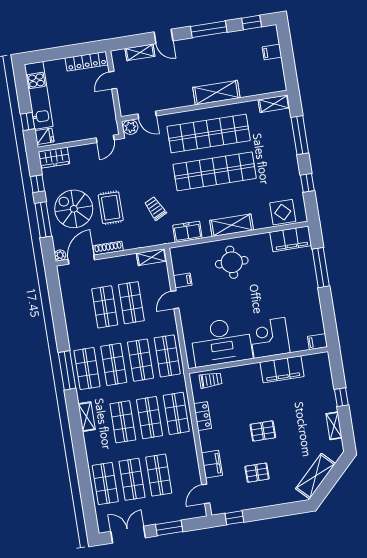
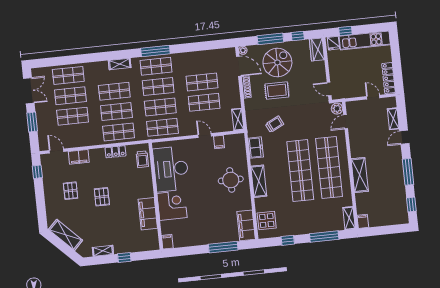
filing cabinet: (272, 52) -> (363, 221), moved

